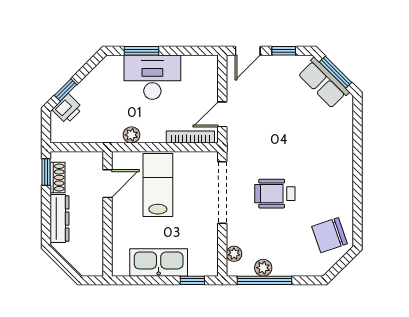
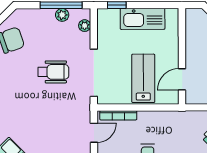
plant: (131, 135) -> (164, 117), removed
lab bench: (158, 185) -> (143, 78), turned 180

